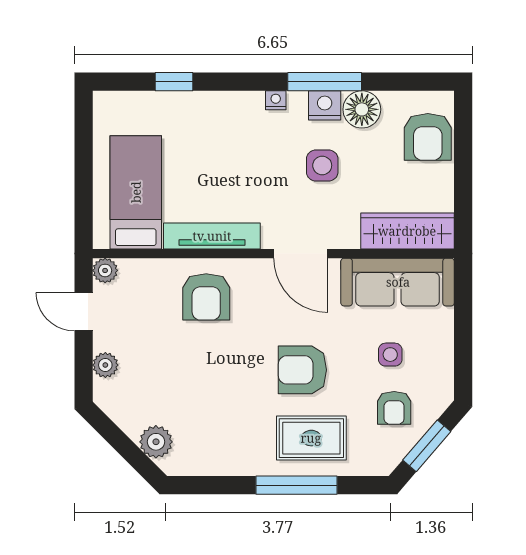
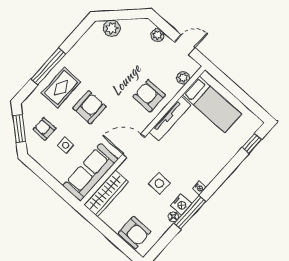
window: (174, 82) -> (252, 144), moved
floor lamp: (362, 109) -> (173, 217), width x0.53, depth x0.53
armchair: (428, 137) -> (135, 233), turned 180
plant: (105, 270) -> (183, 78), moved

